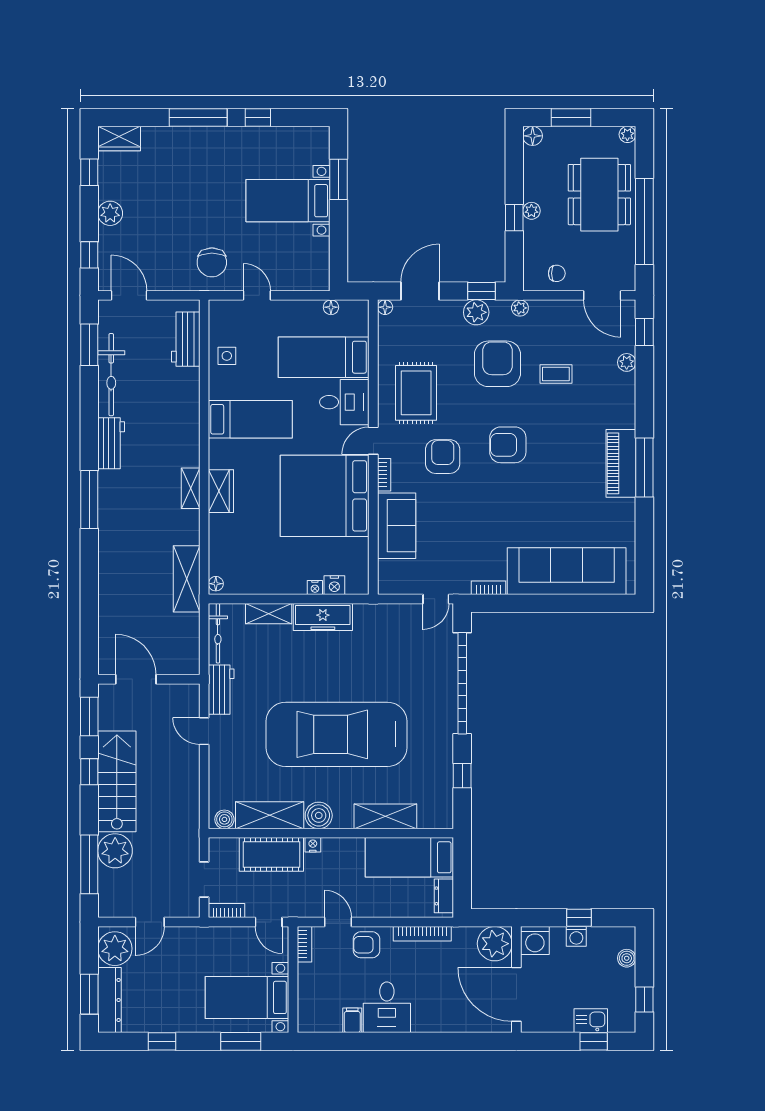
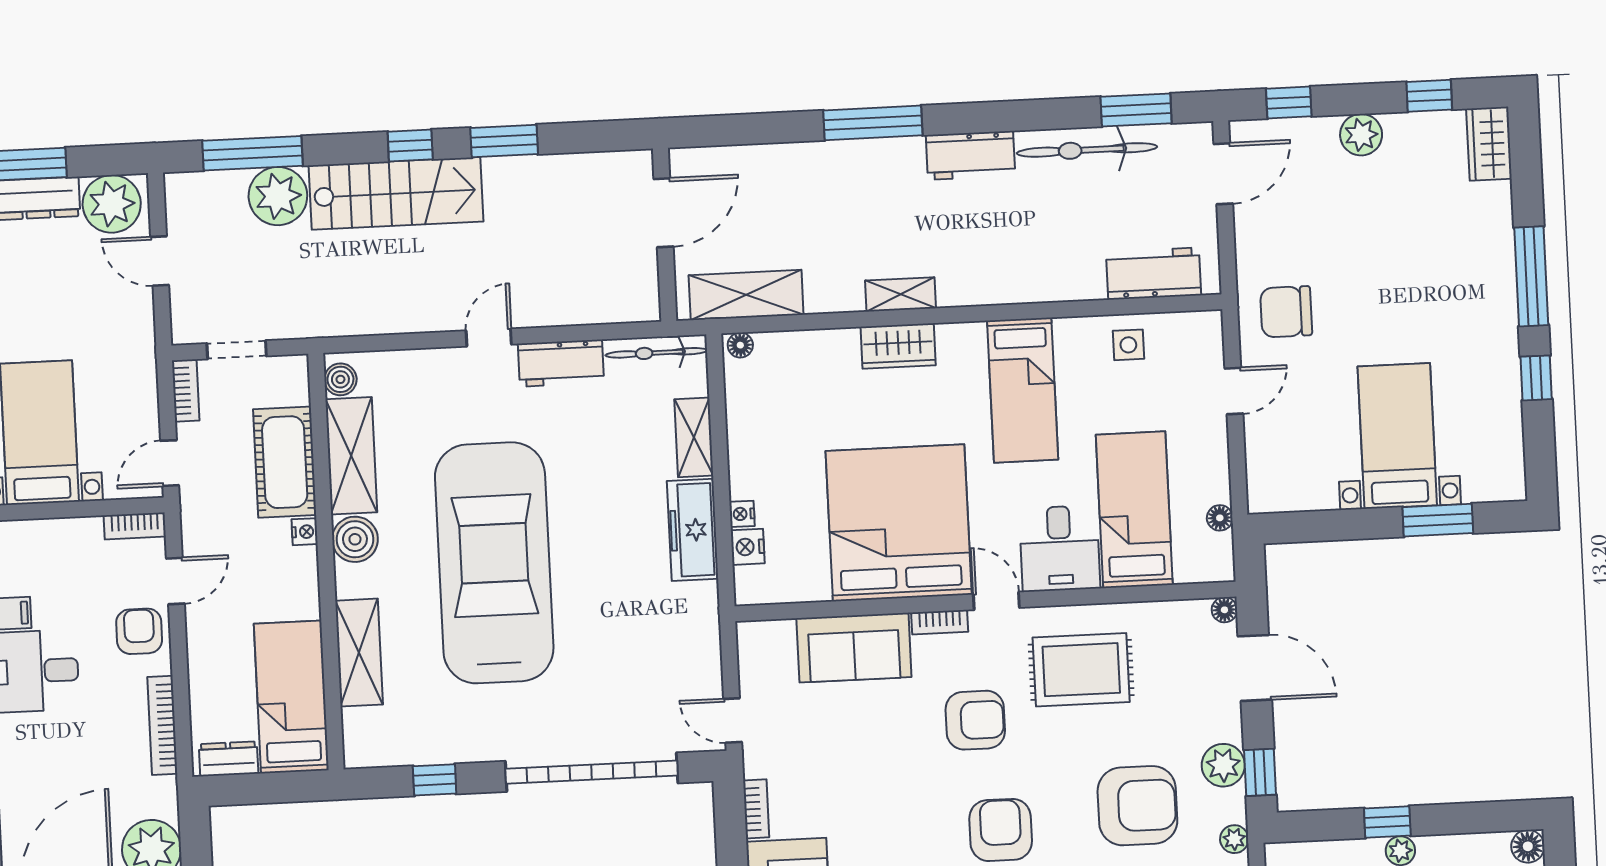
door: (136, 679) -> (664, 213), moved
wall: (149, 679) -> (665, 235), moved

